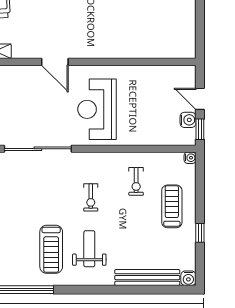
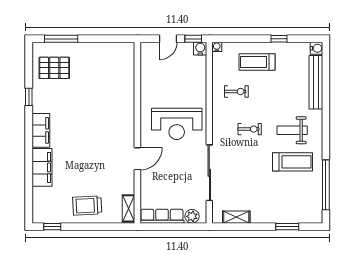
water cooler: (188, 120) -> (200, 49), moved

